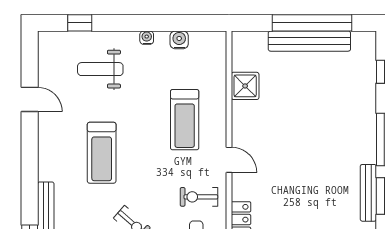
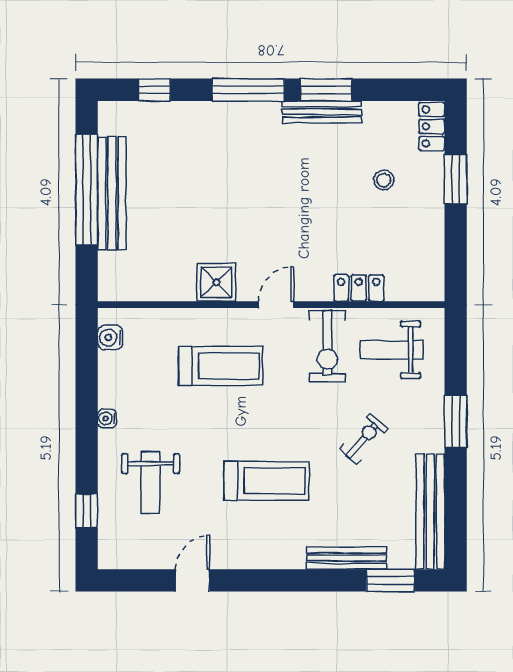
water cooler: (179, 40) -> (110, 338), moved
shower: (245, 86) -> (216, 282), moved
exercise bike: (199, 197) -> (327, 346), width x1.38, depth x1.39

